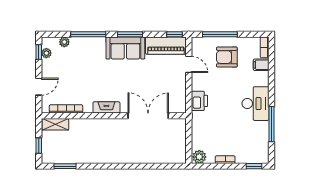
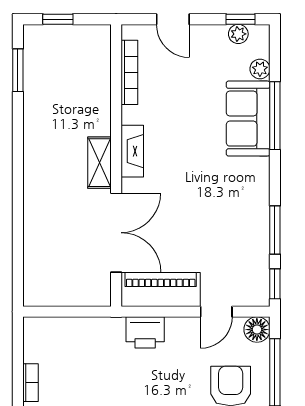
window: (130, 34) -> (275, 230), moved
floor lamp: (198, 43) -> (257, 330), added
piano: (166, 46) -> (161, 289), moved, turned 90
sofa: (125, 48) -> (248, 119), moved
shelving: (55, 124) -> (100, 163), moved
plant: (199, 157) -> (36, 332), removed

